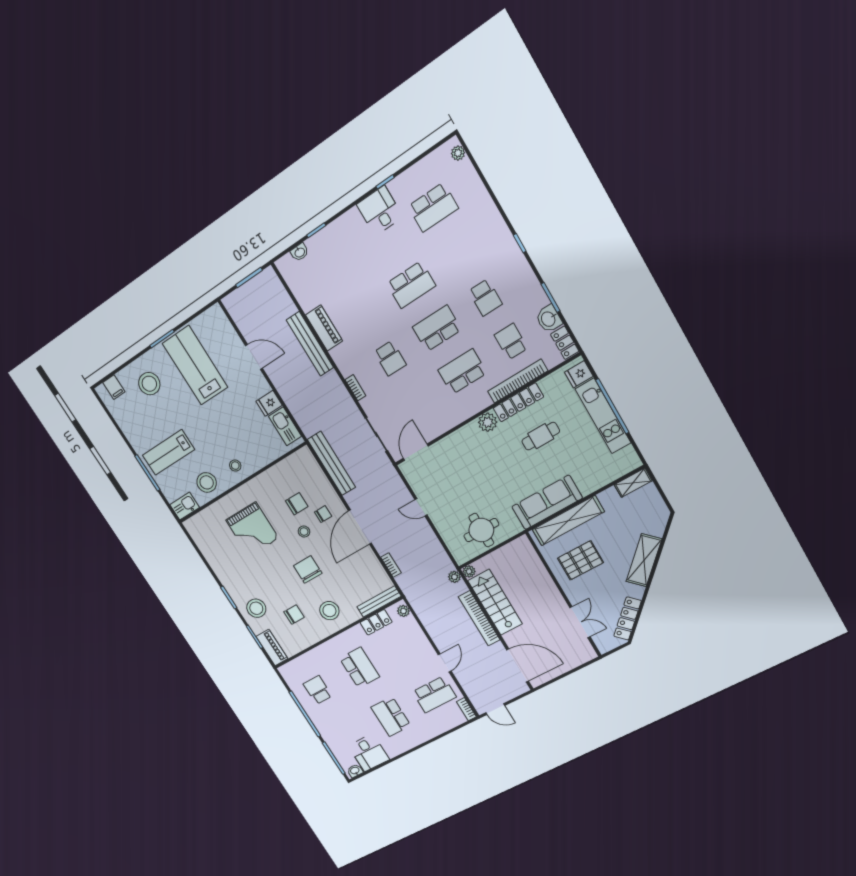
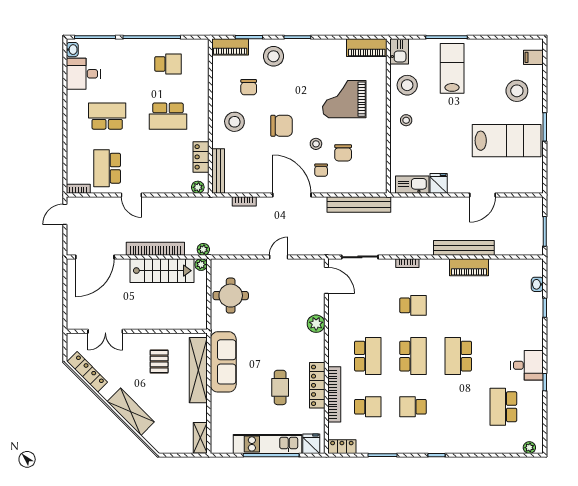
washbasin: (549, 319) -> (367, 445), removed
school desk: (390, 358) -> (413, 305), turned 180
plant: (488, 422) -> (316, 324), moved
piano: (199, 535) -> (367, 48), added
pallet: (580, 560) -> (159, 361), width x0.67, depth x0.71

